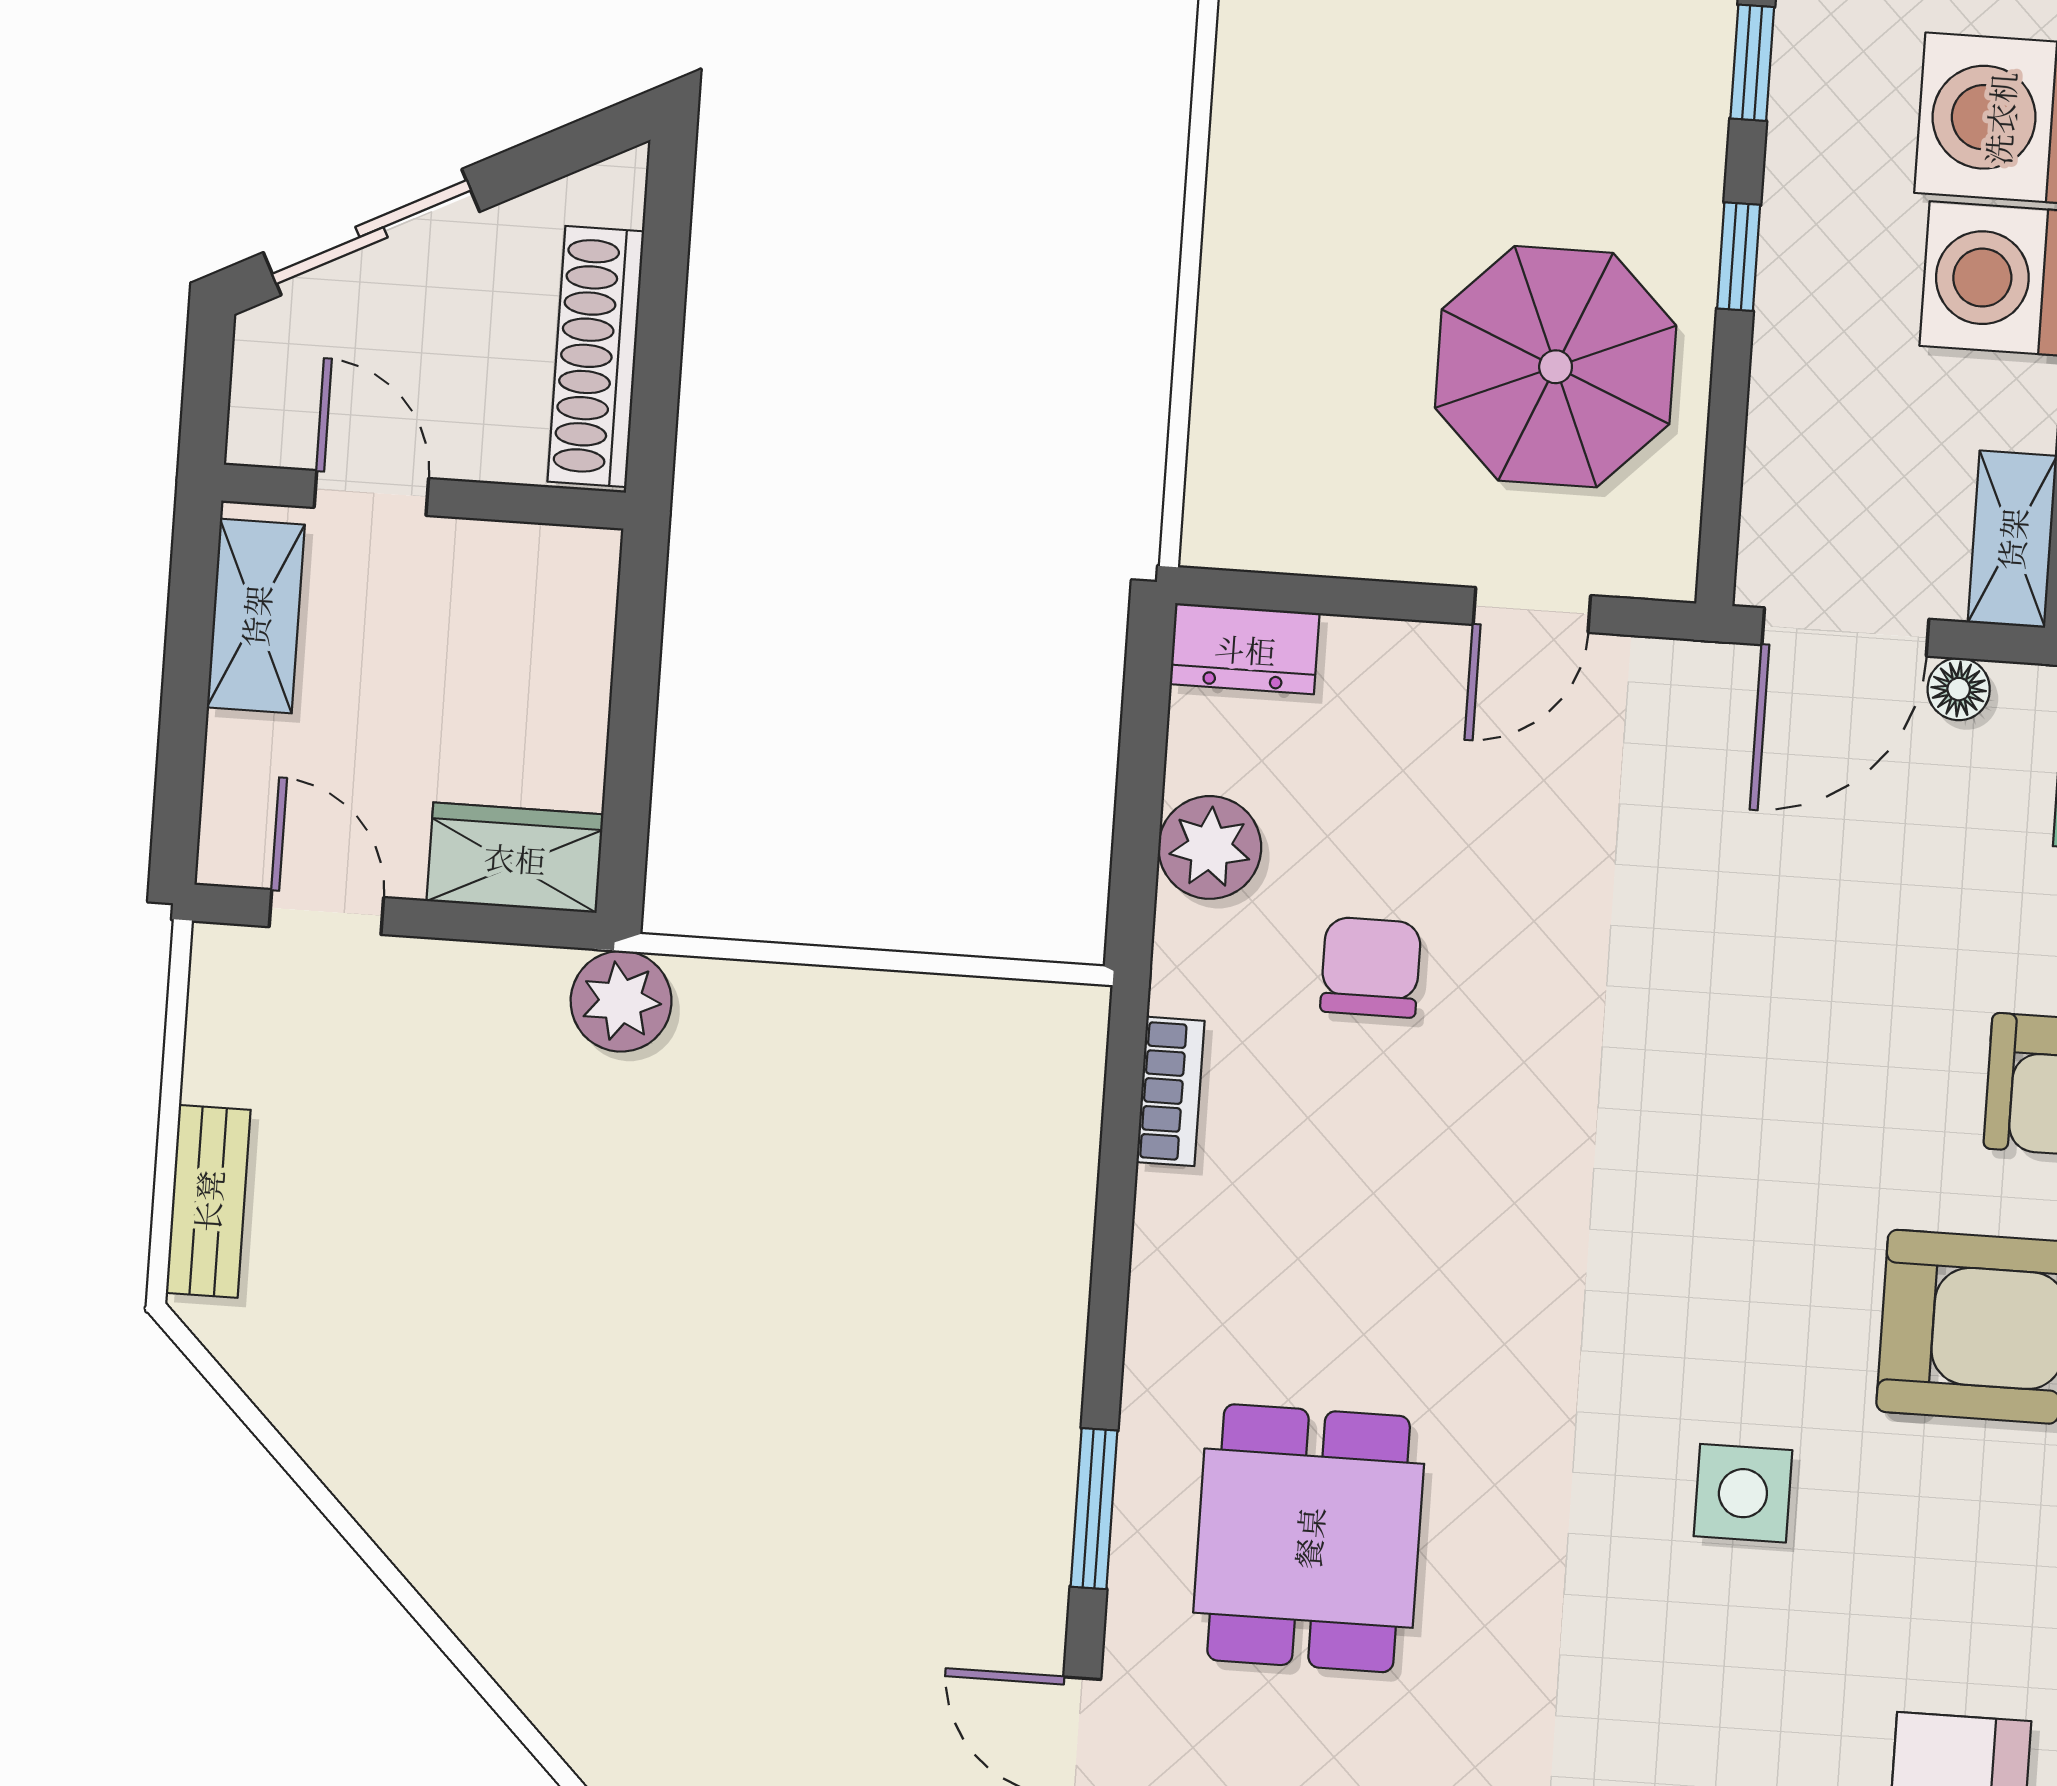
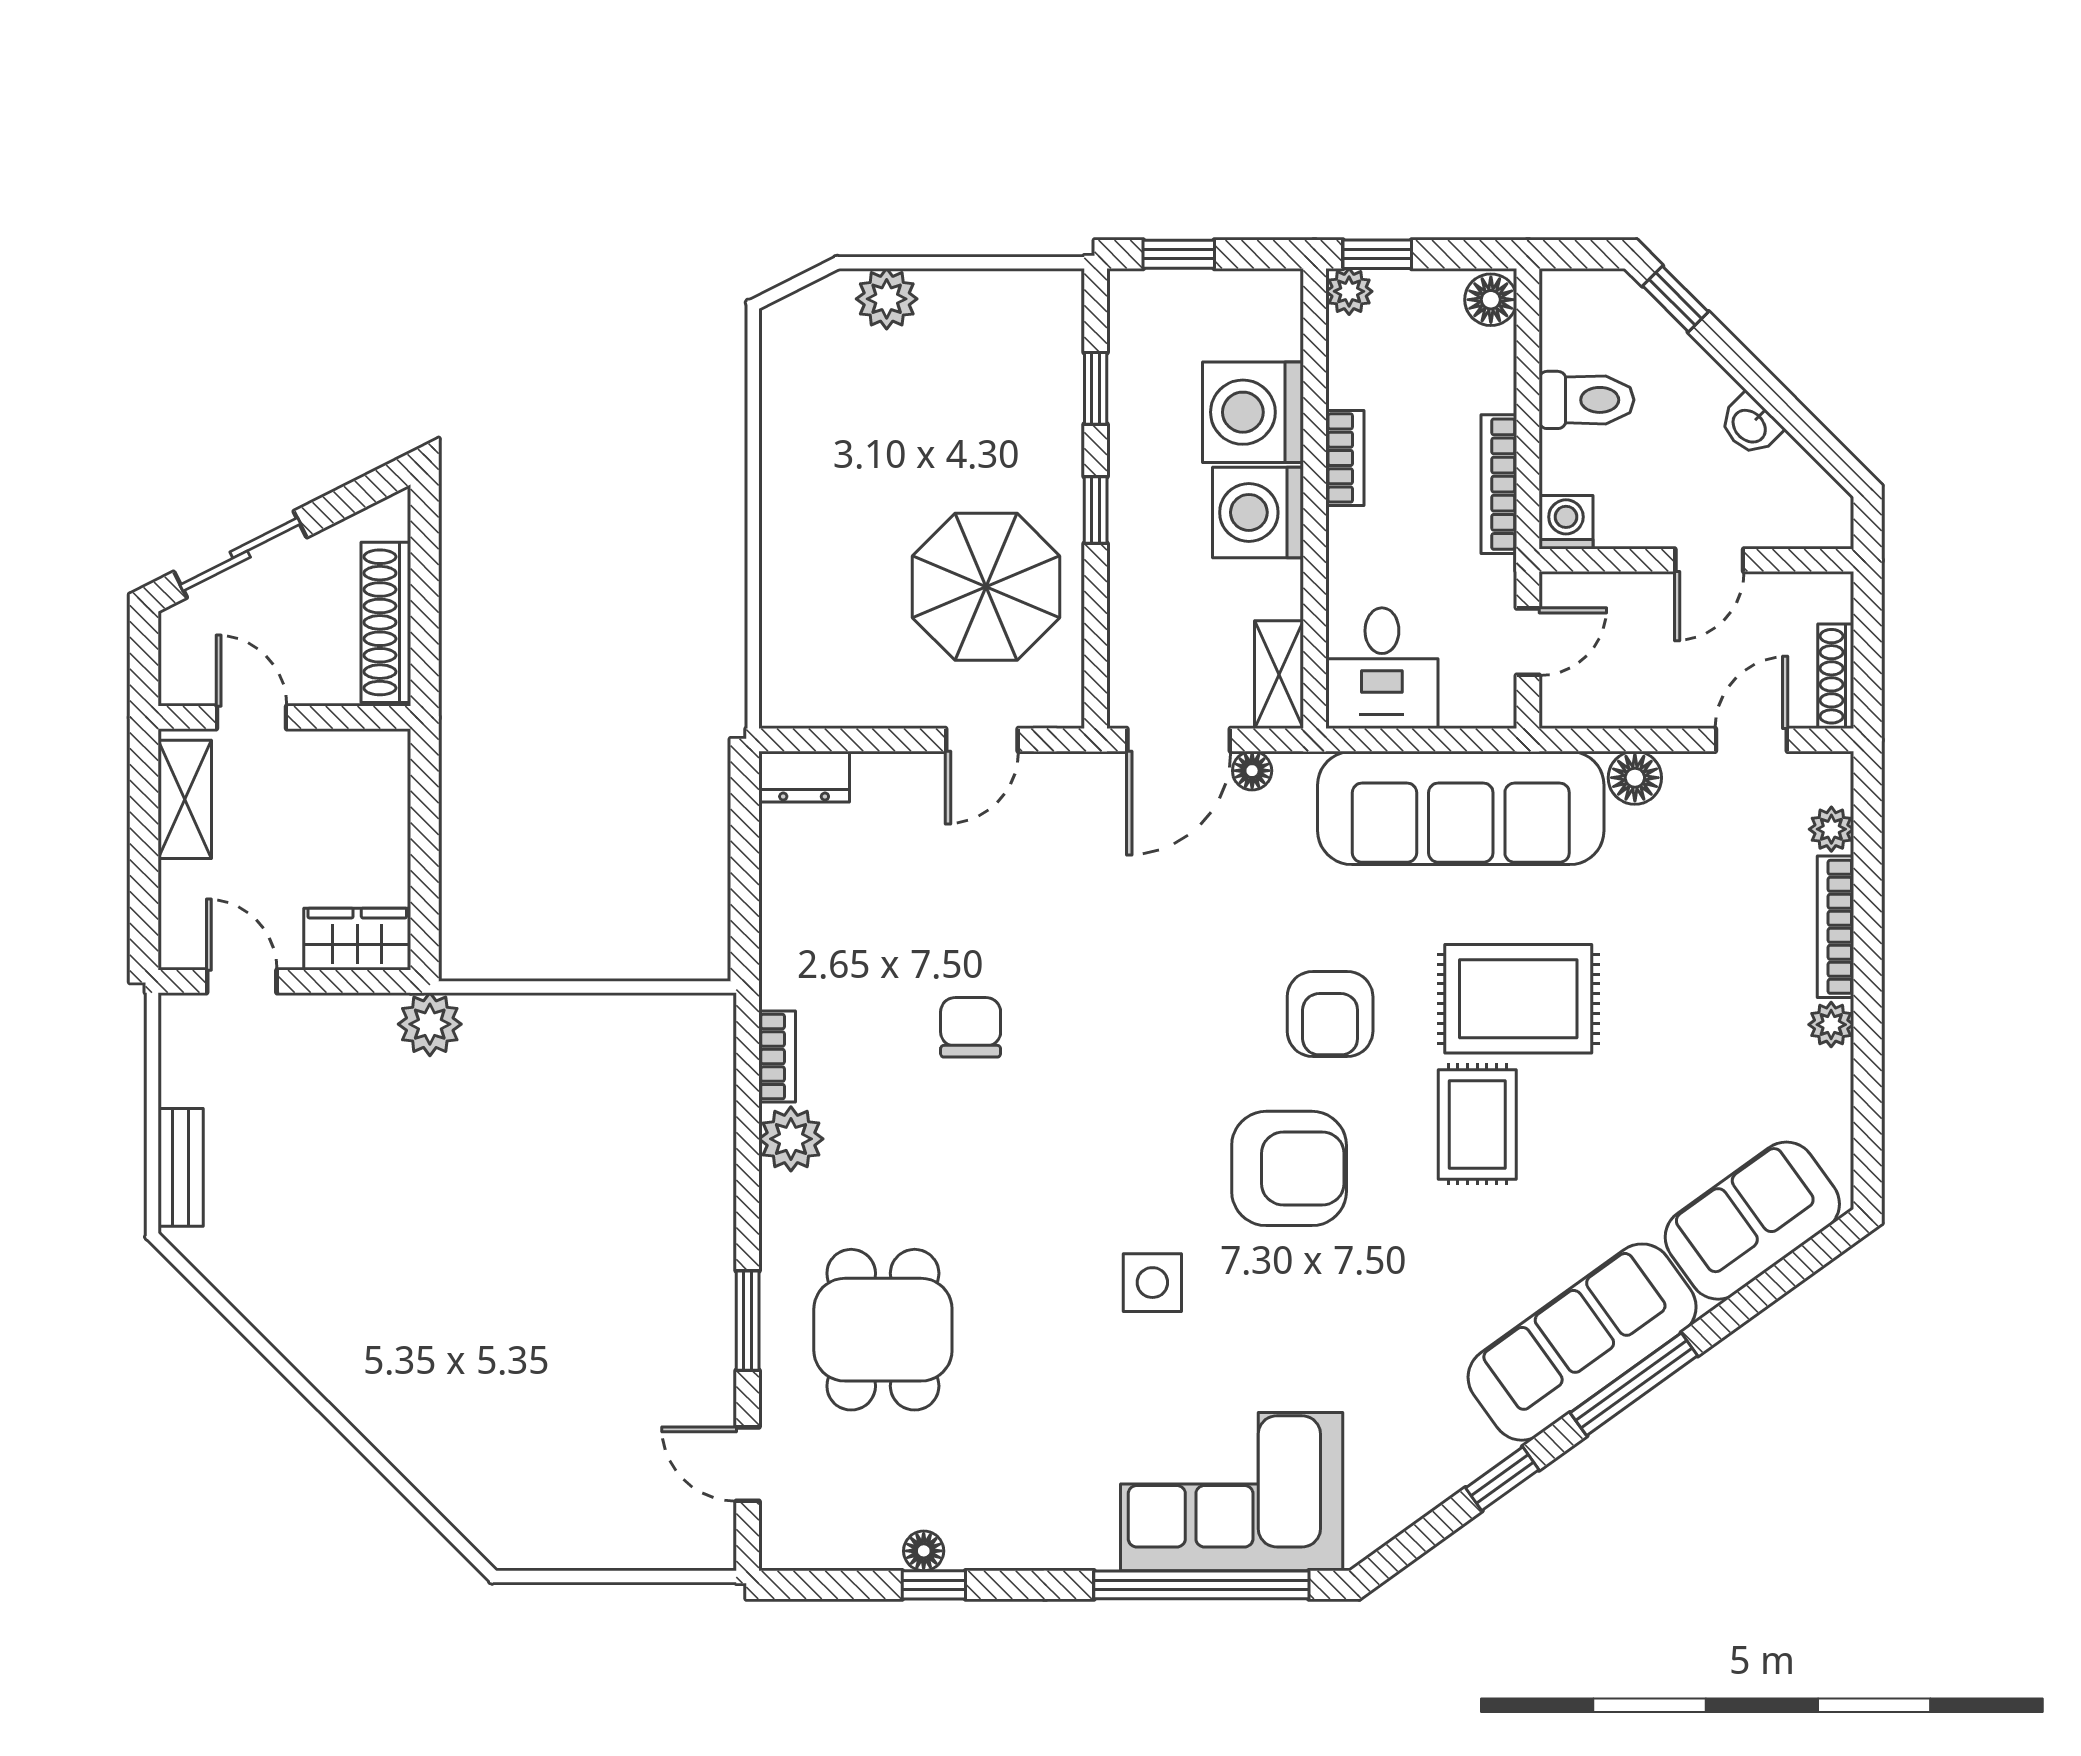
plant: (1210, 847) -> (791, 1139), moved
chair: (1371, 967) -> (971, 1027), moved

